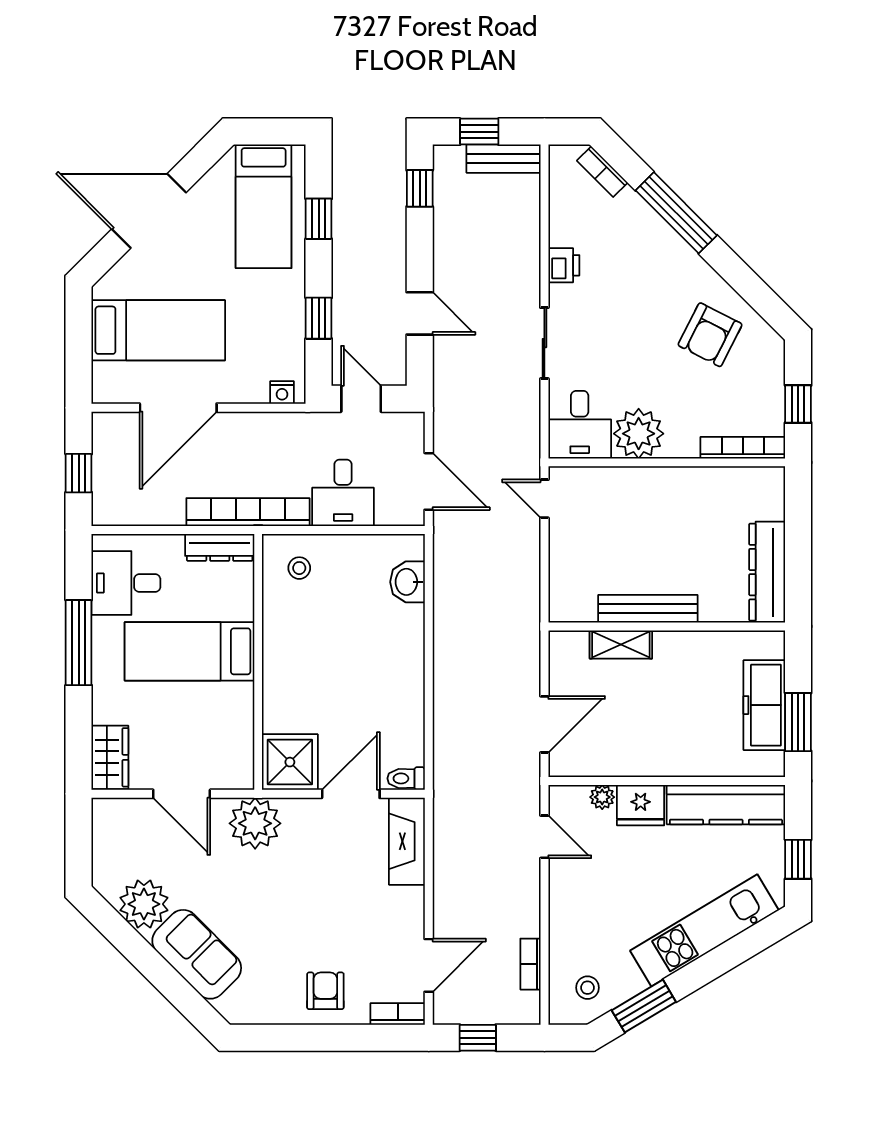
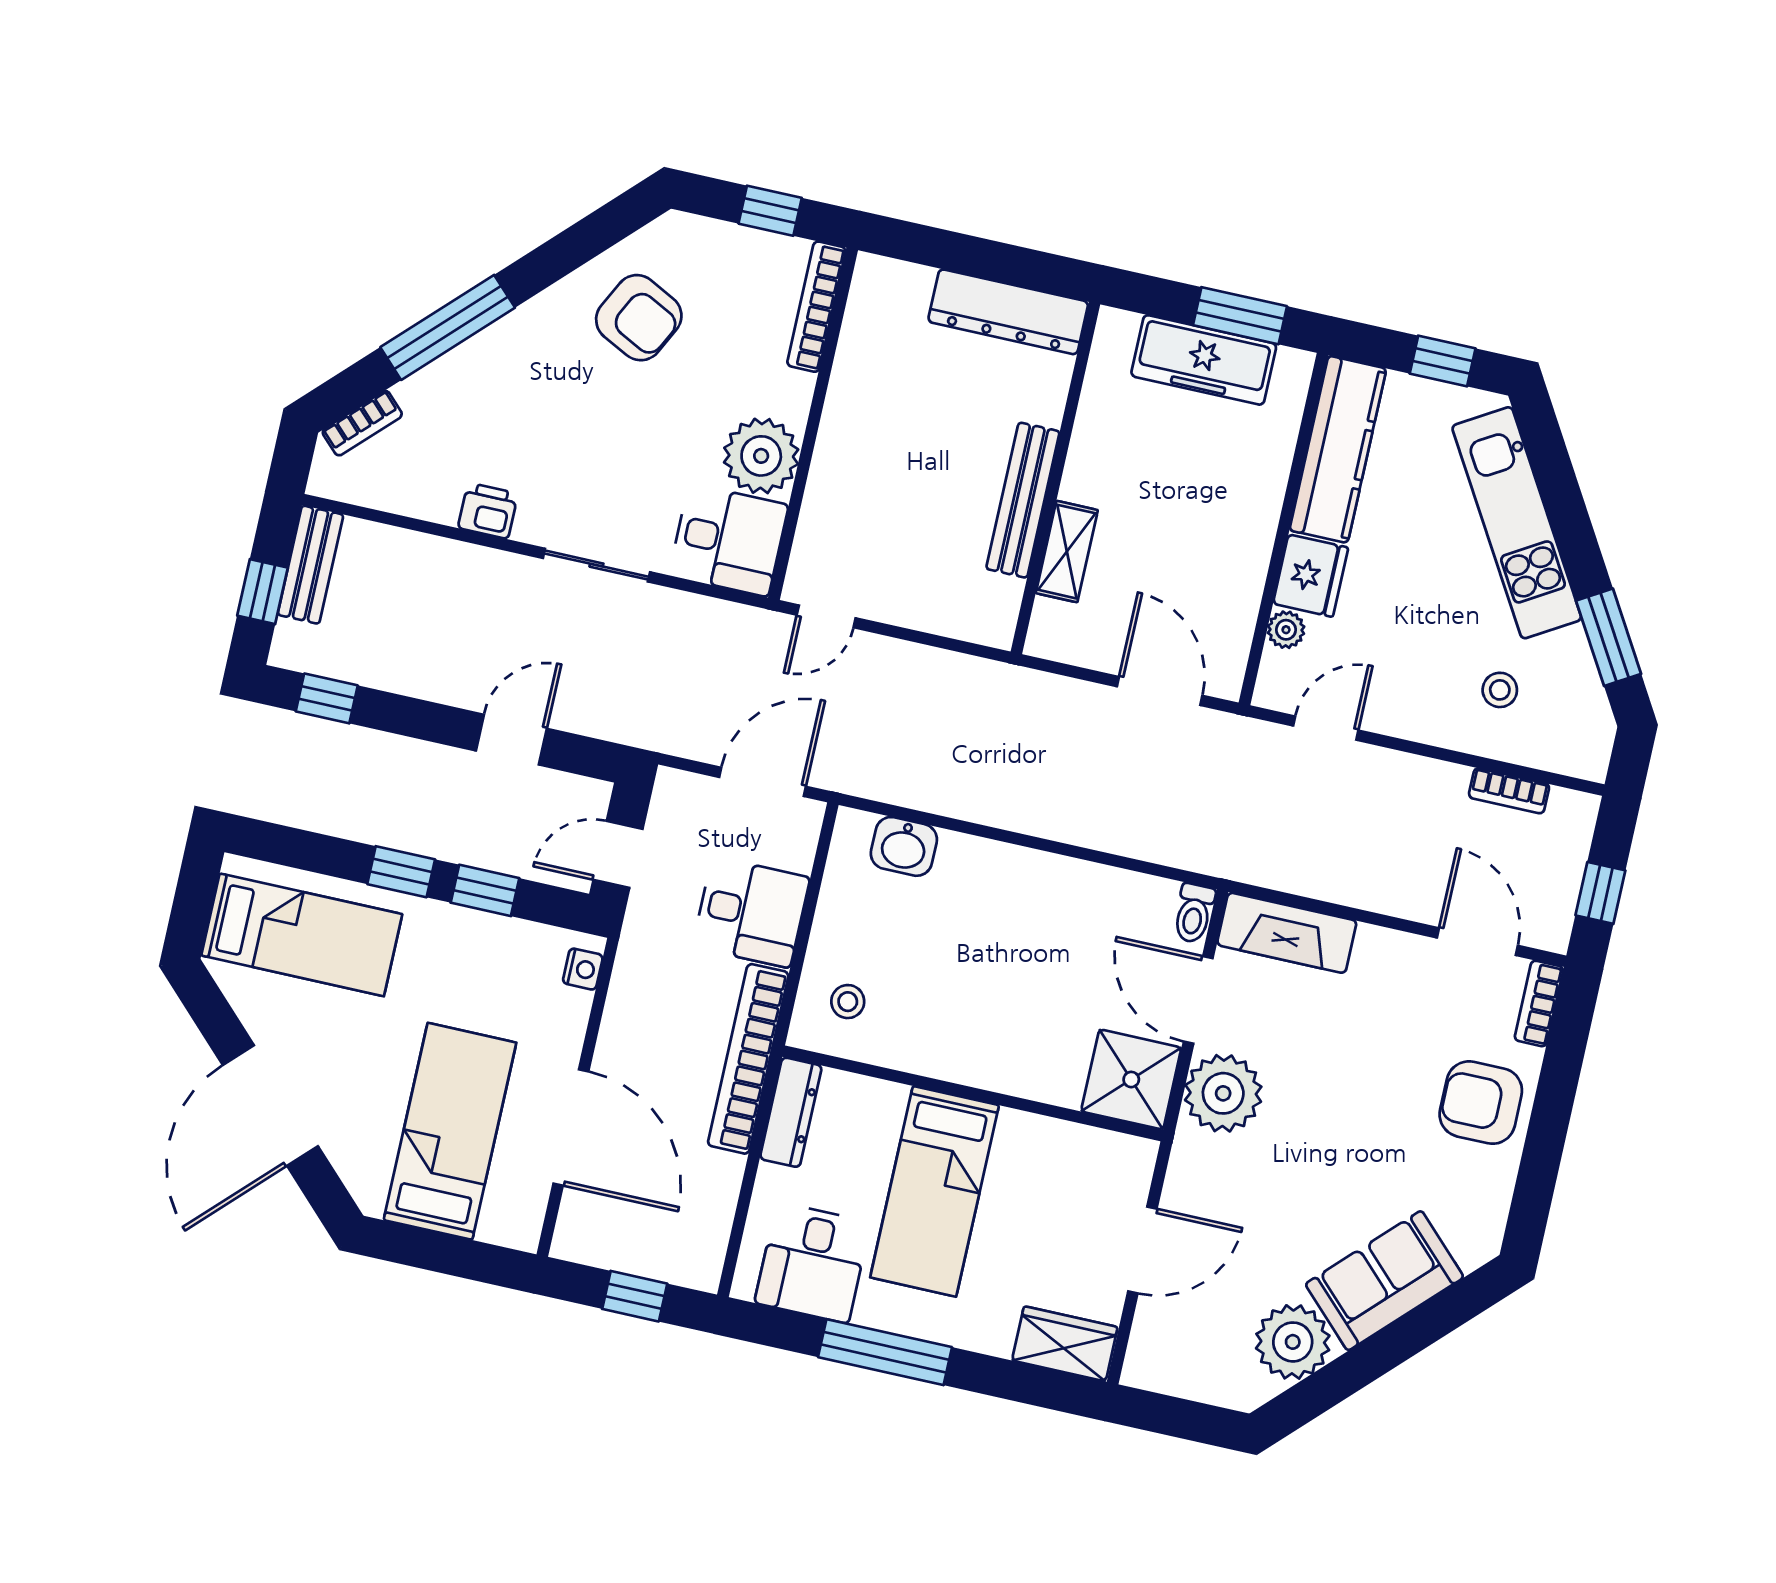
window: (319, 219) -> (401, 872), moved
plant: (255, 823) -> (1223, 1093), moved
stool: (587, 988) -> (1500, 690), moved
armchair: (325, 991) -> (1481, 1103), width x1.38, depth x1.38

